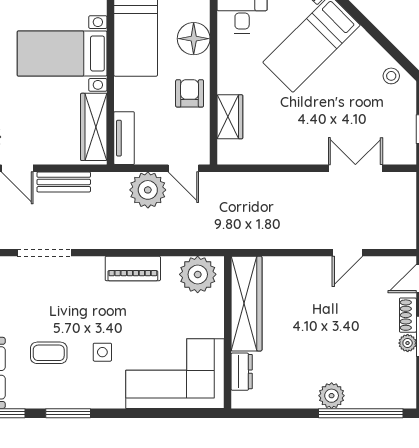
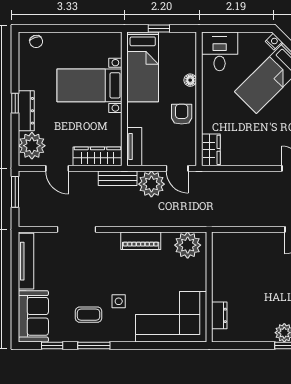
floor lamp: (194, 39) -> (190, 80), width x0.53, depth x0.53
wardrobe: (230, 117) -> (211, 150), moved
wardrobe: (94, 127) -> (97, 156), moved, turned 90
bench: (64, 182) -> (118, 178), moved
wardrobe: (246, 304) -> (223, 266), removed
coffee table: (49, 353) -> (89, 315), moved

